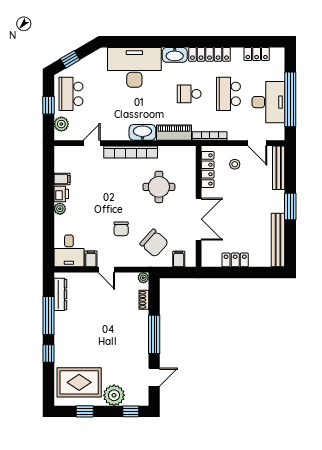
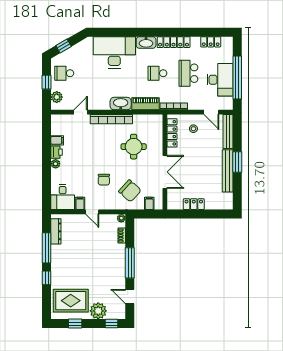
school desk: (71, 94) -> (64, 73), width x0.54
bench: (278, 240) -> (228, 171), moved
door: (154, 377) -> (130, 297), swing flipped

